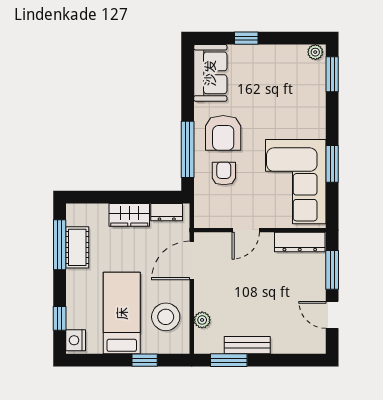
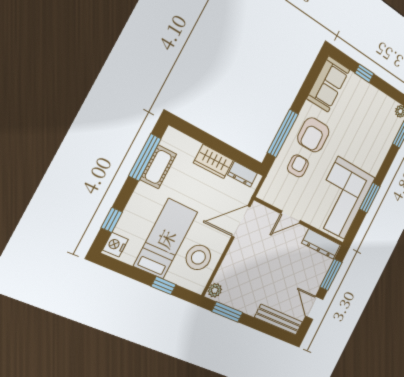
plant: (202, 320) -> (215, 290), moved
bench: (247, 345) -> (279, 320), moved, width x1.36

